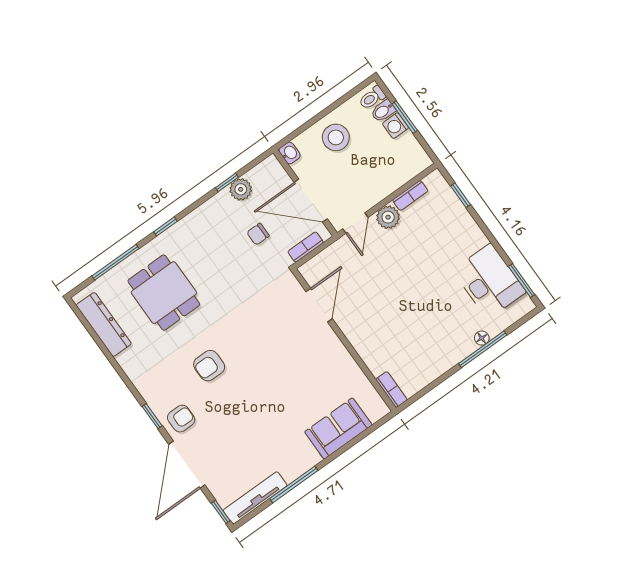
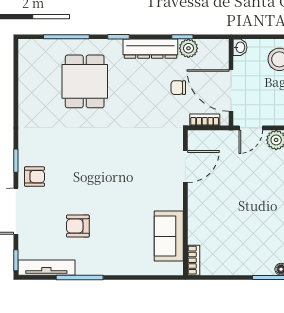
dresser: (104, 324) -> (150, 49), moved, turned 90
armchair: (209, 366) -> (78, 226), moved
sofa: (338, 428) -> (169, 236), moved, turned -90

